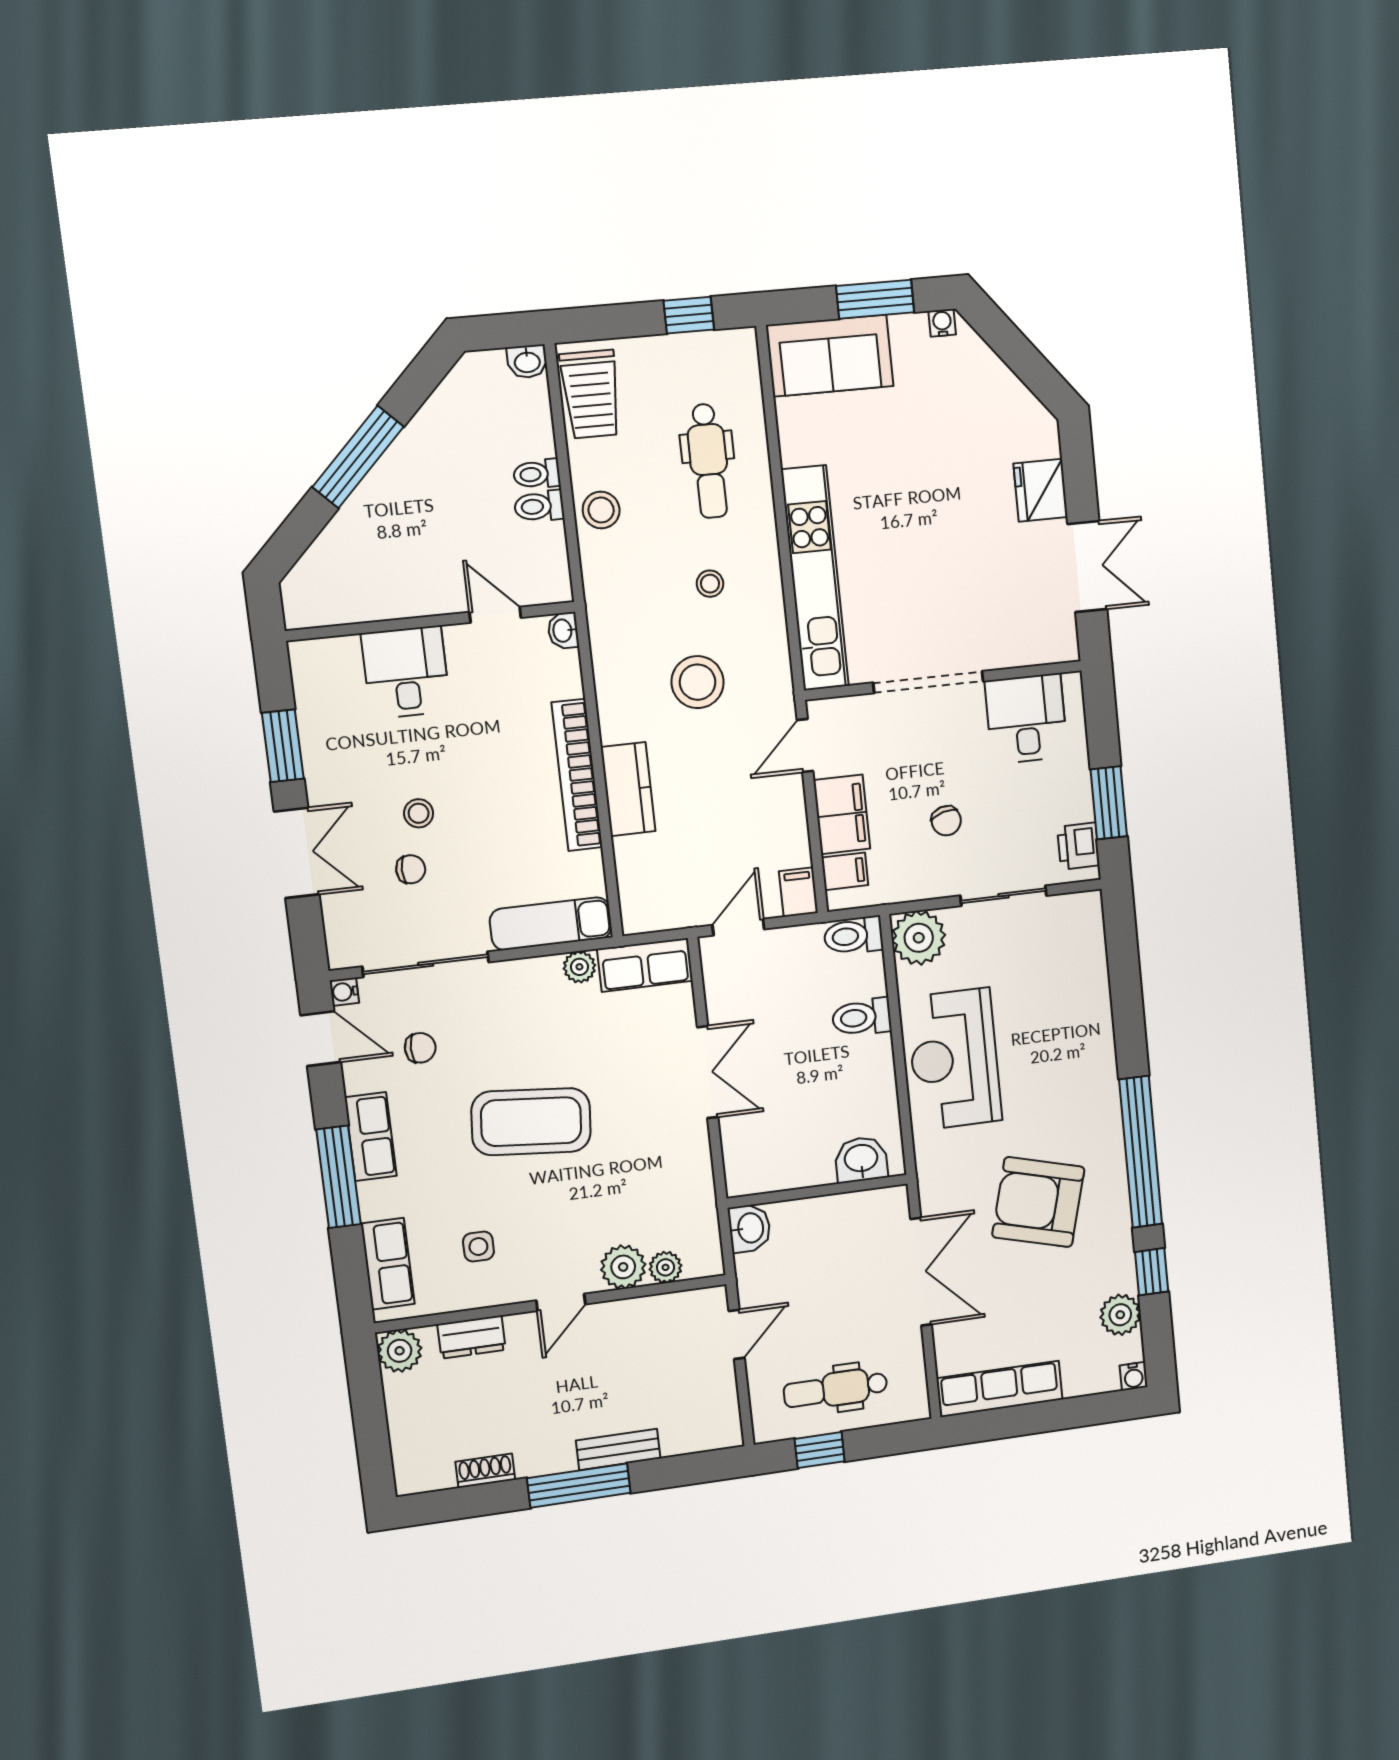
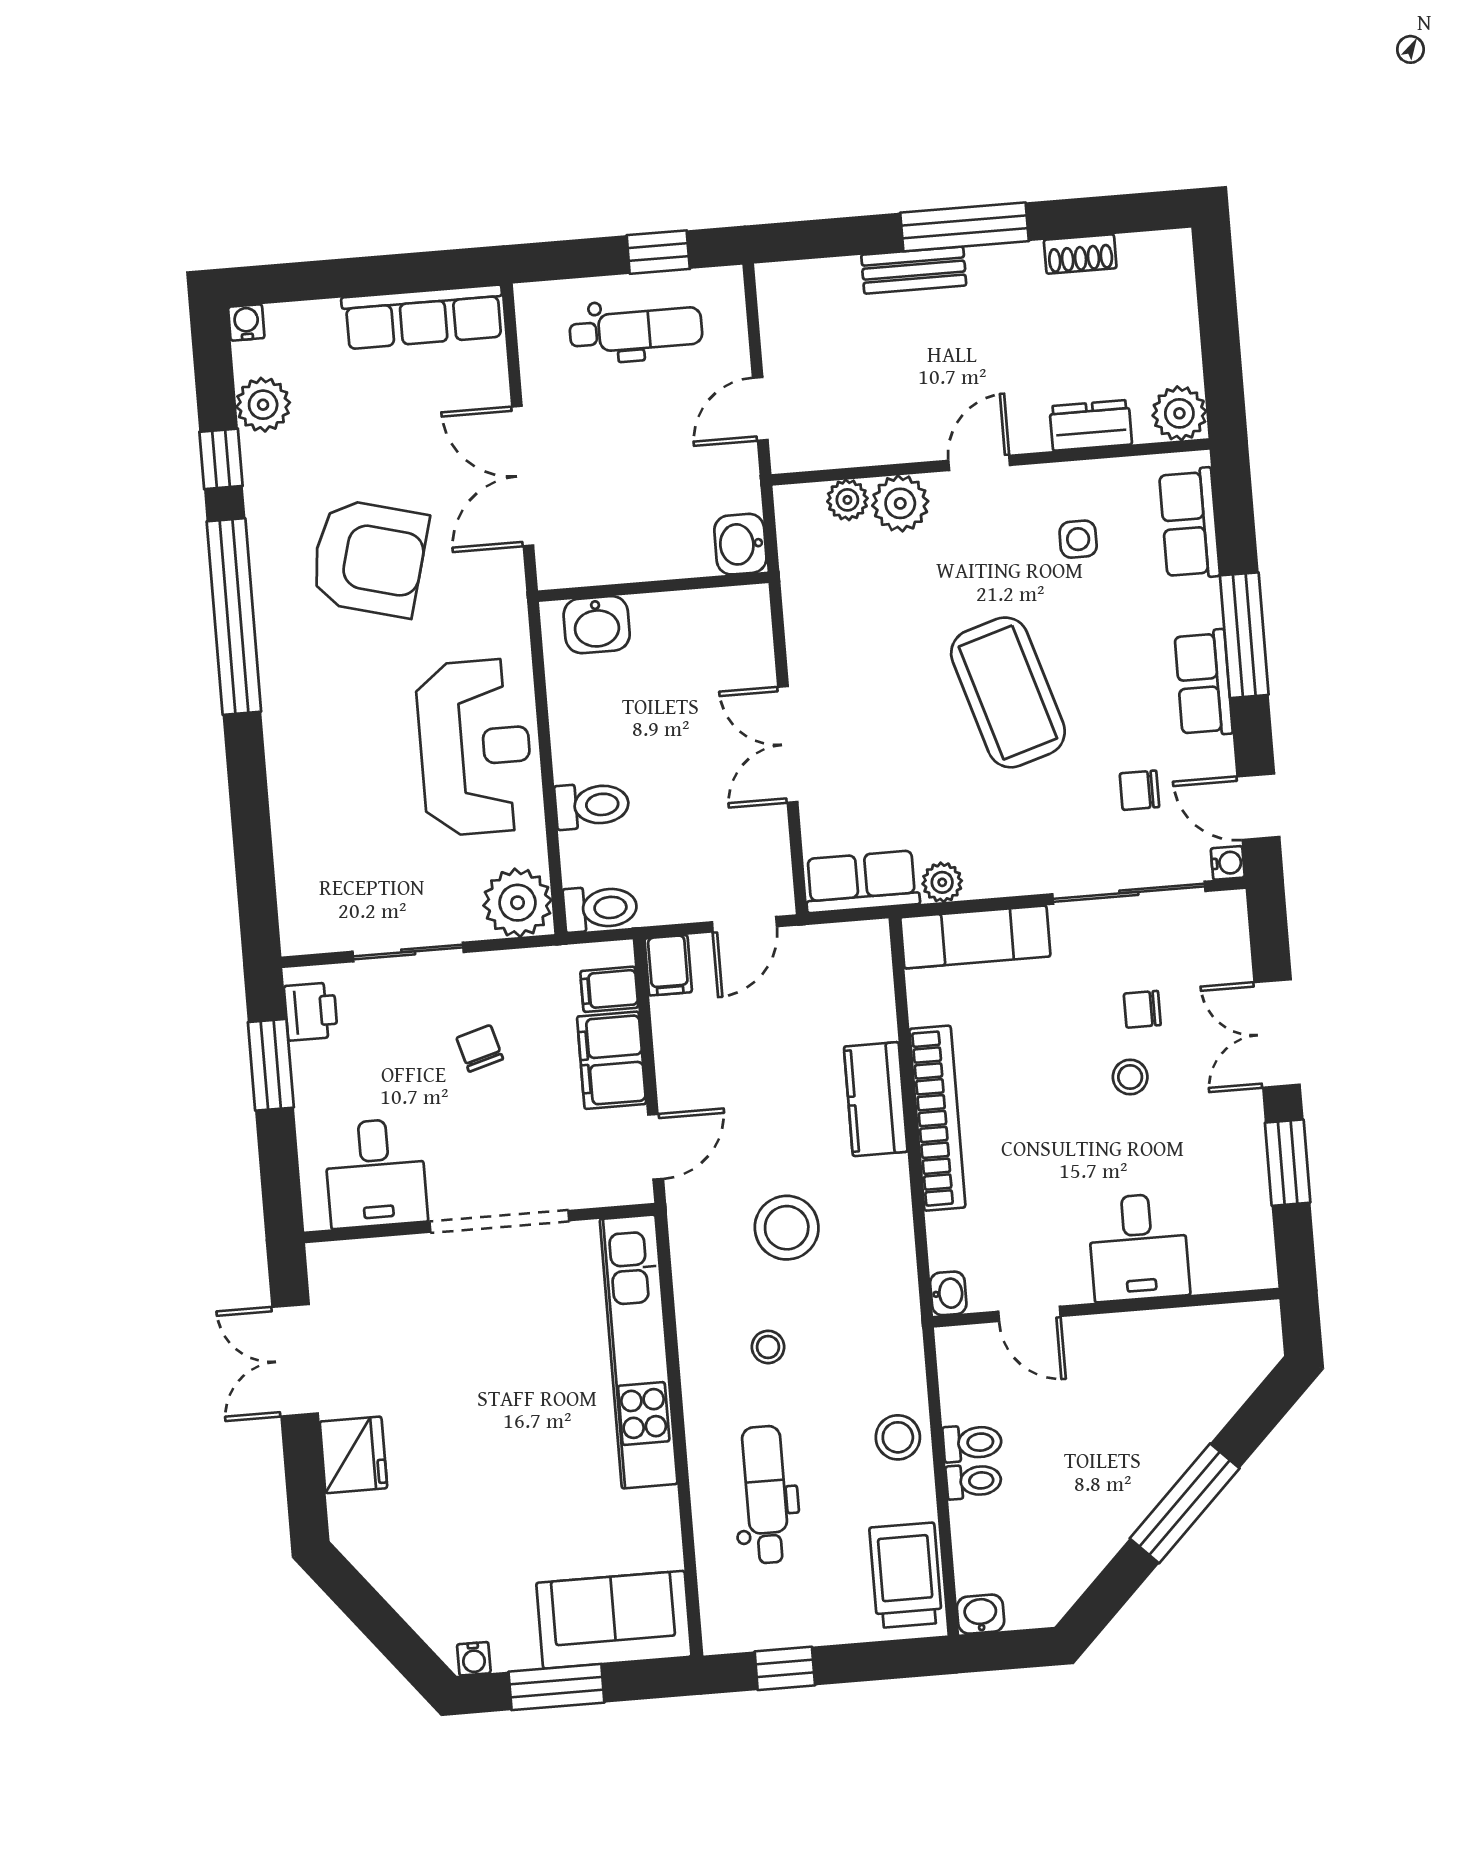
coffee table: (531, 1122) -> (1008, 692), turned 68

